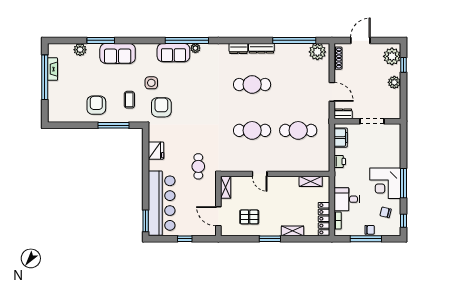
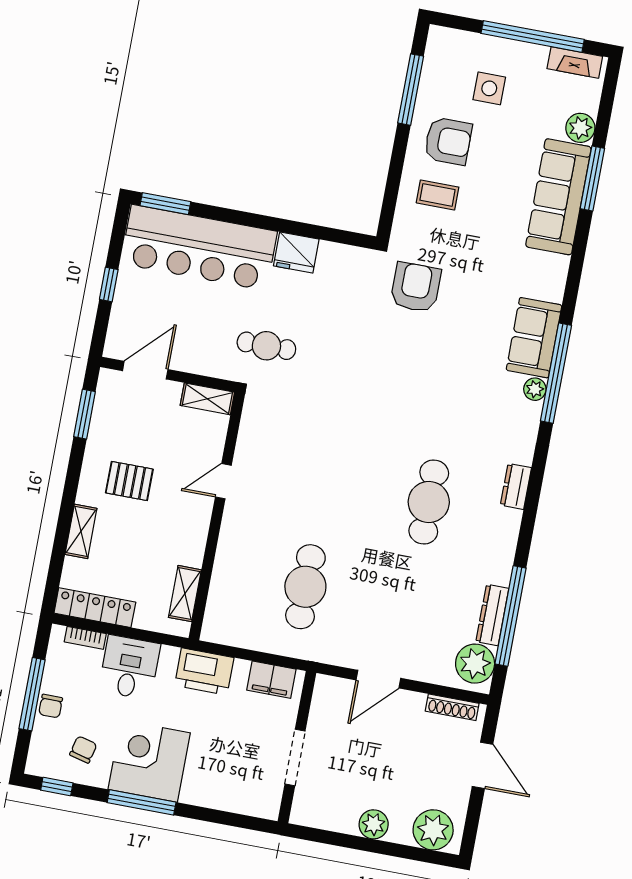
dresser: (261, 48) -> (492, 615), moved
sofa: (118, 53) -> (558, 197), width x1.36
window: (404, 65) -> (409, 852), removed
fireplace: (52, 69) -> (575, 62), moved
side table: (151, 83) -> (489, 88), moved
coffee table: (129, 100) -> (438, 195), moved
armchair: (161, 107) -> (416, 287), turned -90
dresser: (343, 114) -> (324, 695), removed
window: (114, 125) -> (411, 90), moved
cafe table: (252, 130) -> (325, 483), removed
fridge: (156, 151) -> (296, 252), moved
printer: (340, 161) -> (204, 672), width x1.87, depth x1.48
pallet: (249, 217) -> (129, 481), moved, turned 90
window: (270, 239) -> (84, 414), moved

